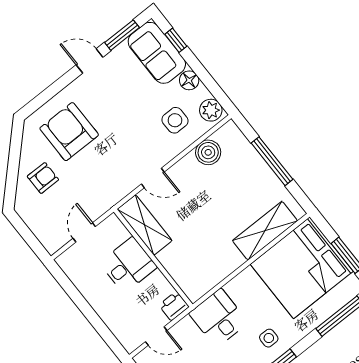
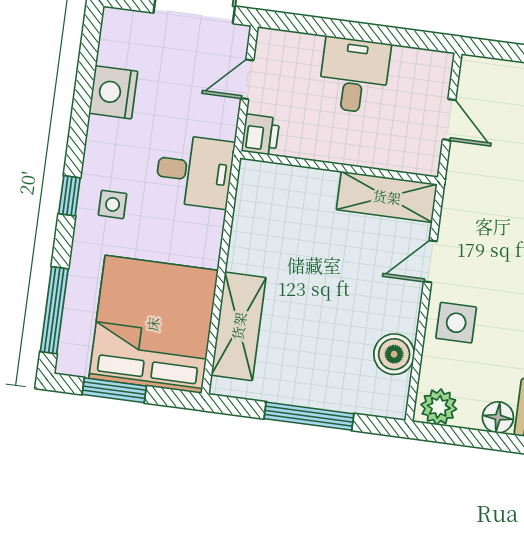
side table: (175, 120) -> (456, 323), moved
desk: (128, 265) -> (354, 75), moved, turned 180

